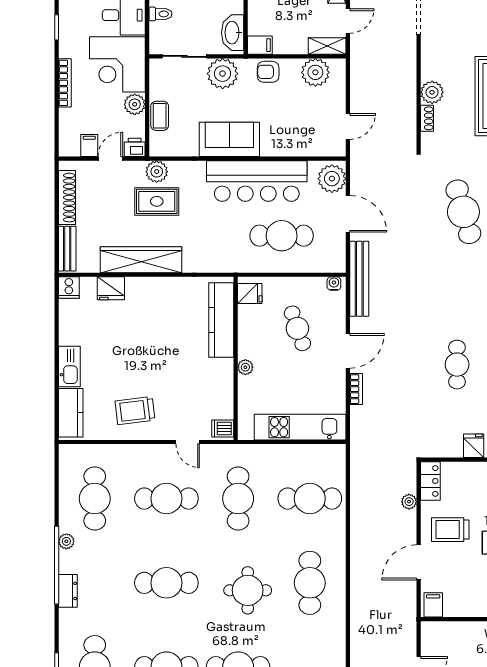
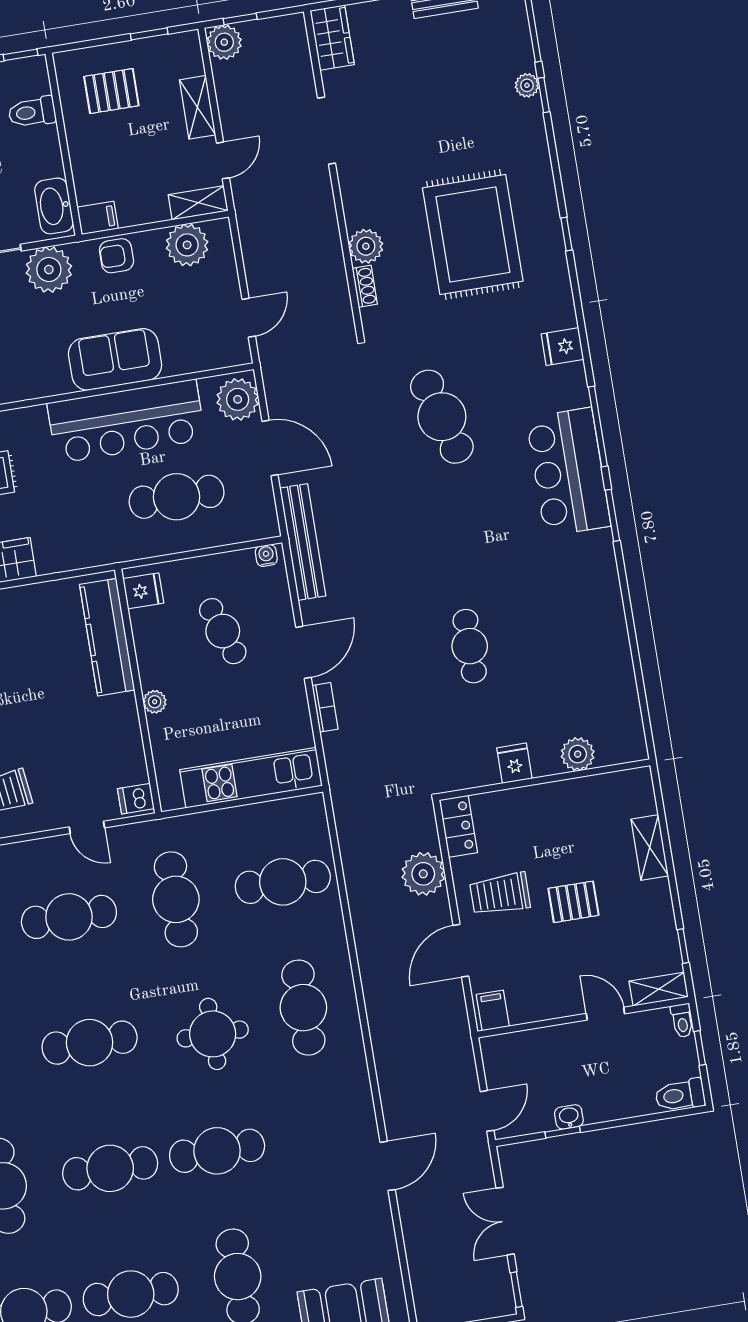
sofa: (229, 139) -> (115, 359), moved
plant: (409, 502) -> (423, 874), width x1.88, depth x1.88

